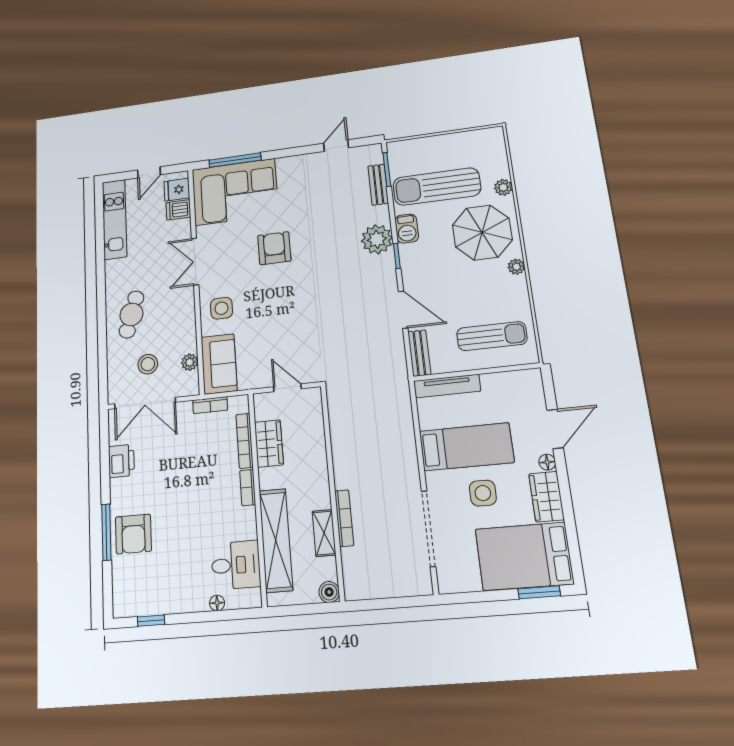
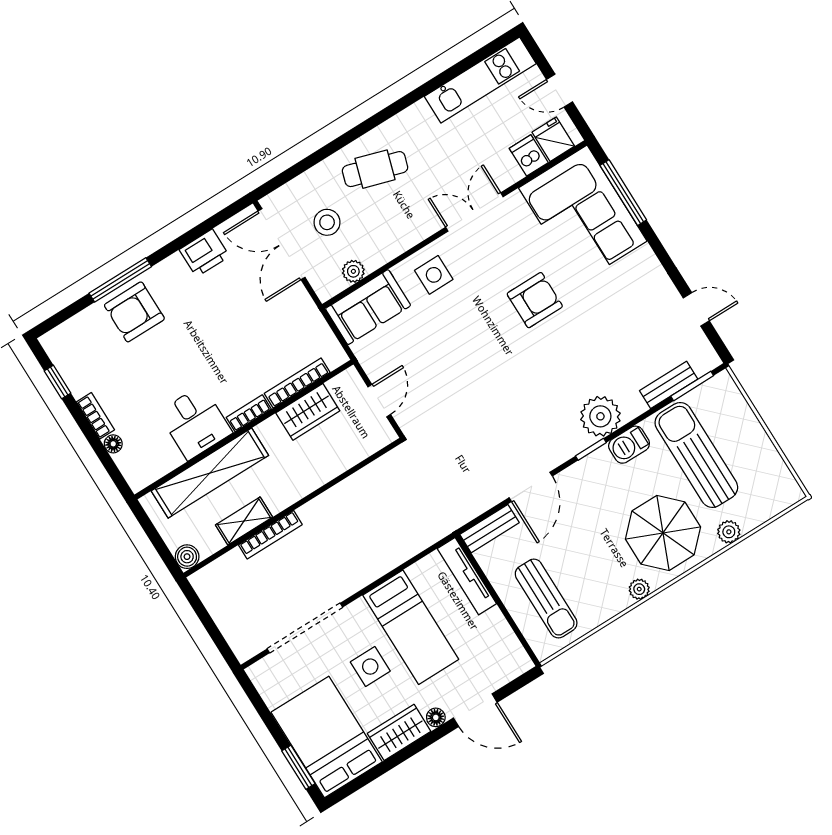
bookcase: (210, 405) -> (96, 416), moved, turned 180
desk: (236, 565) -> (195, 423), moved

